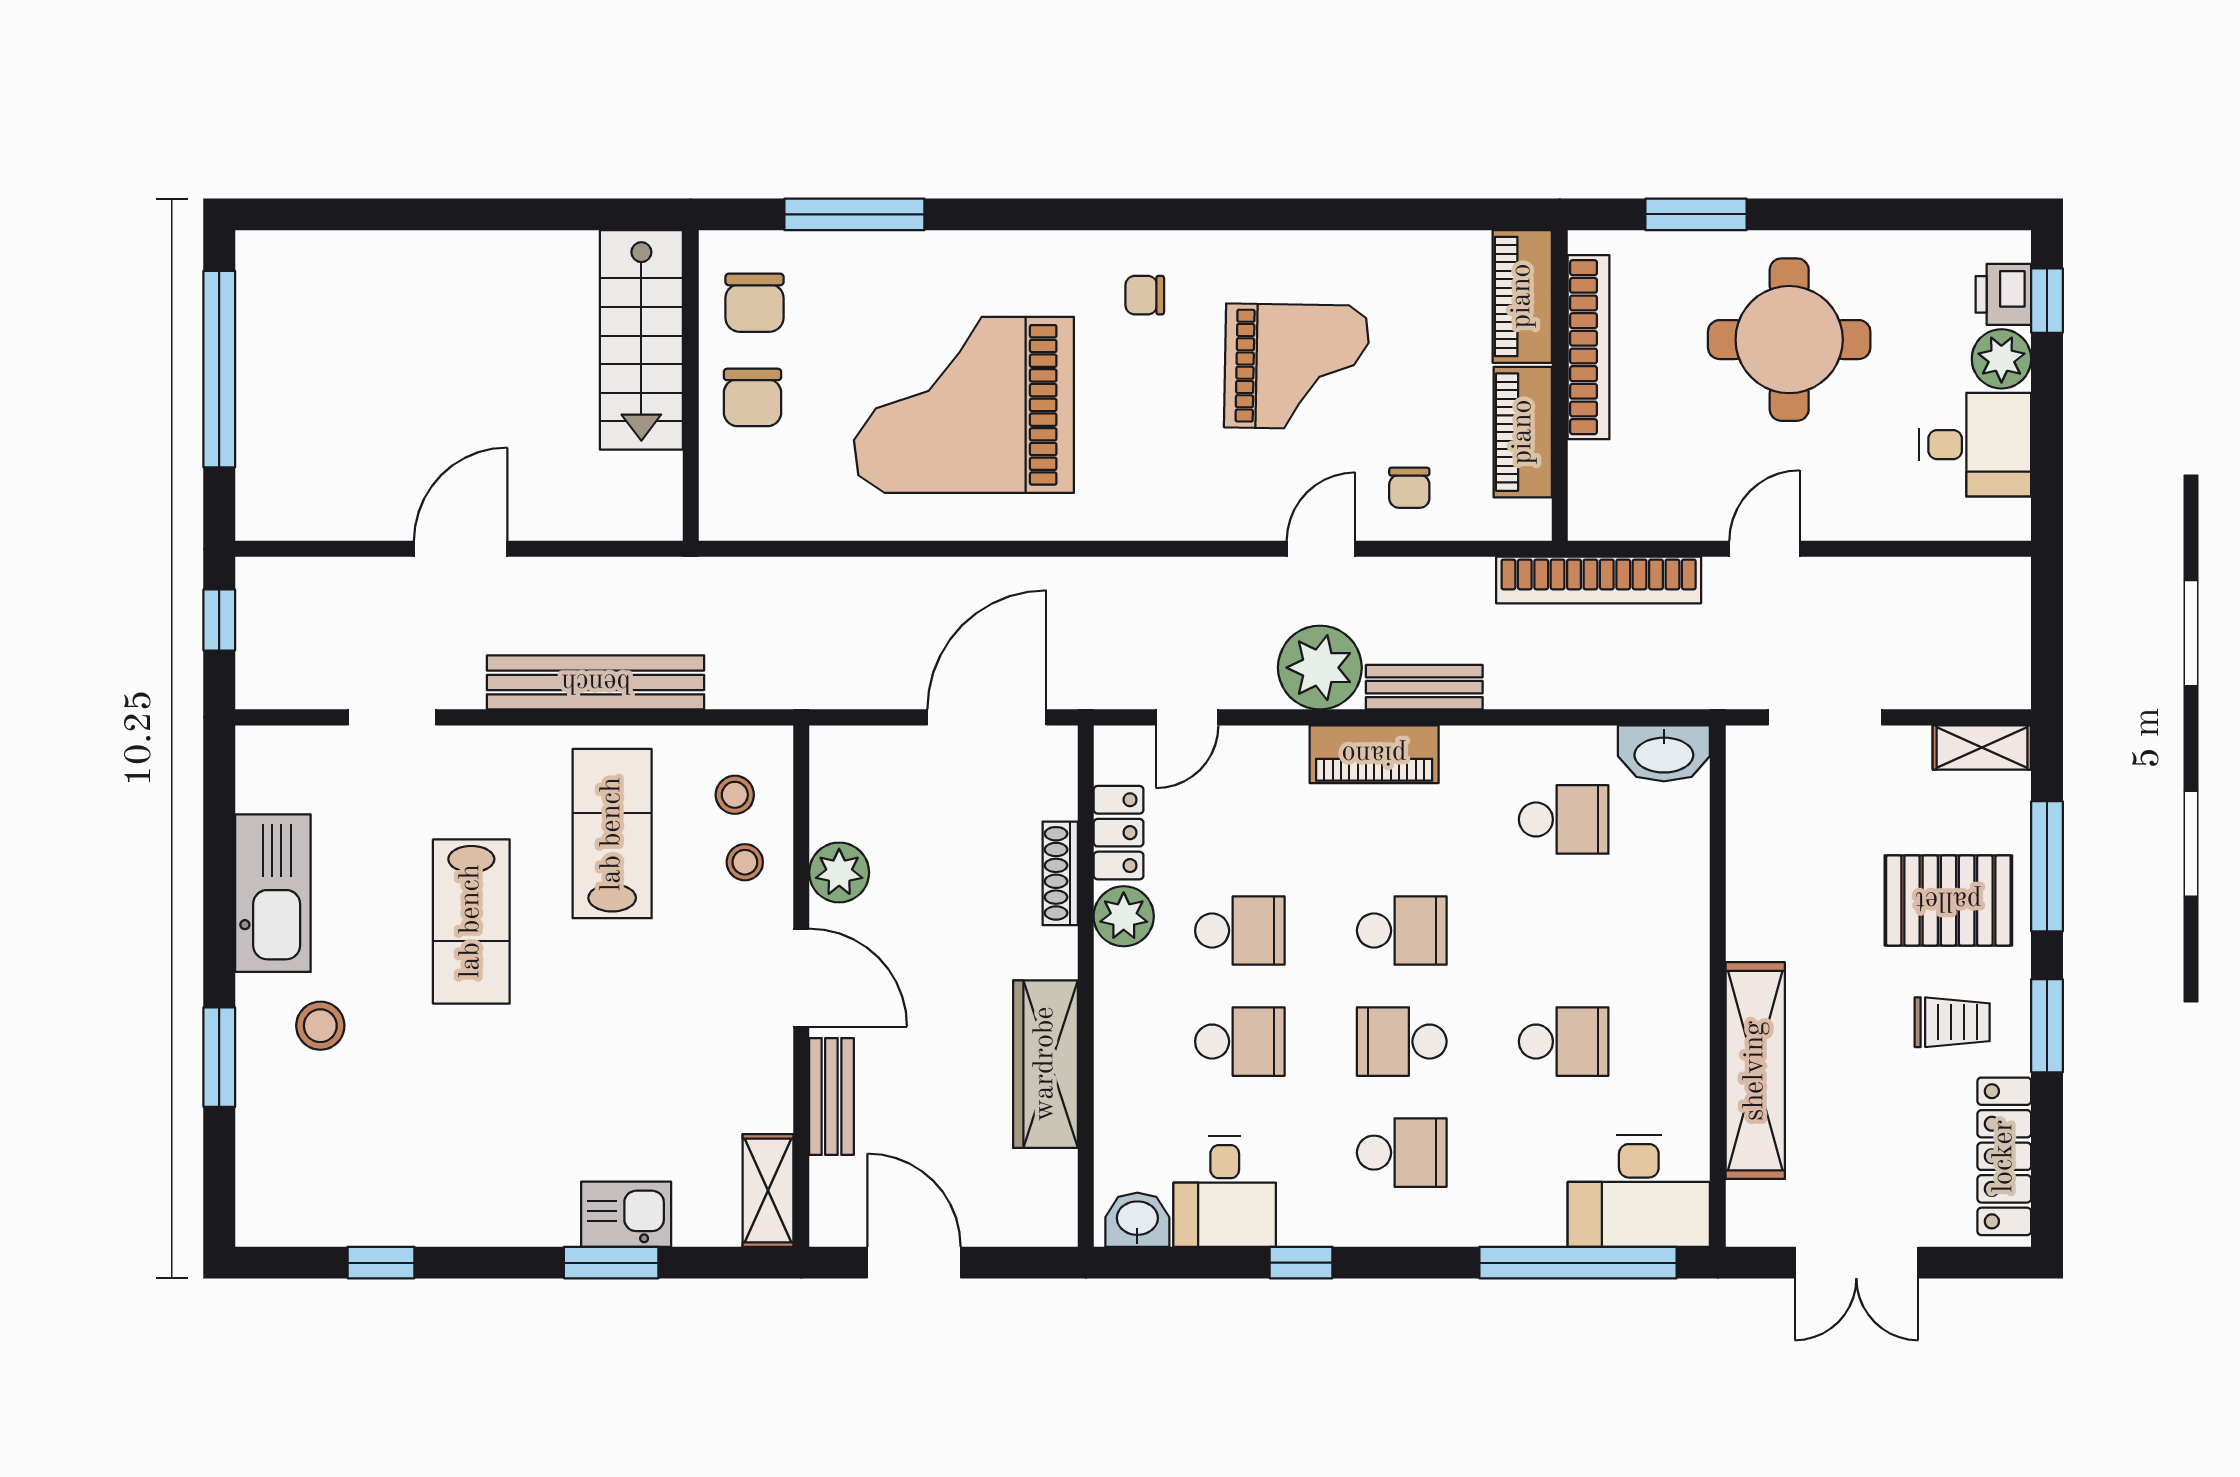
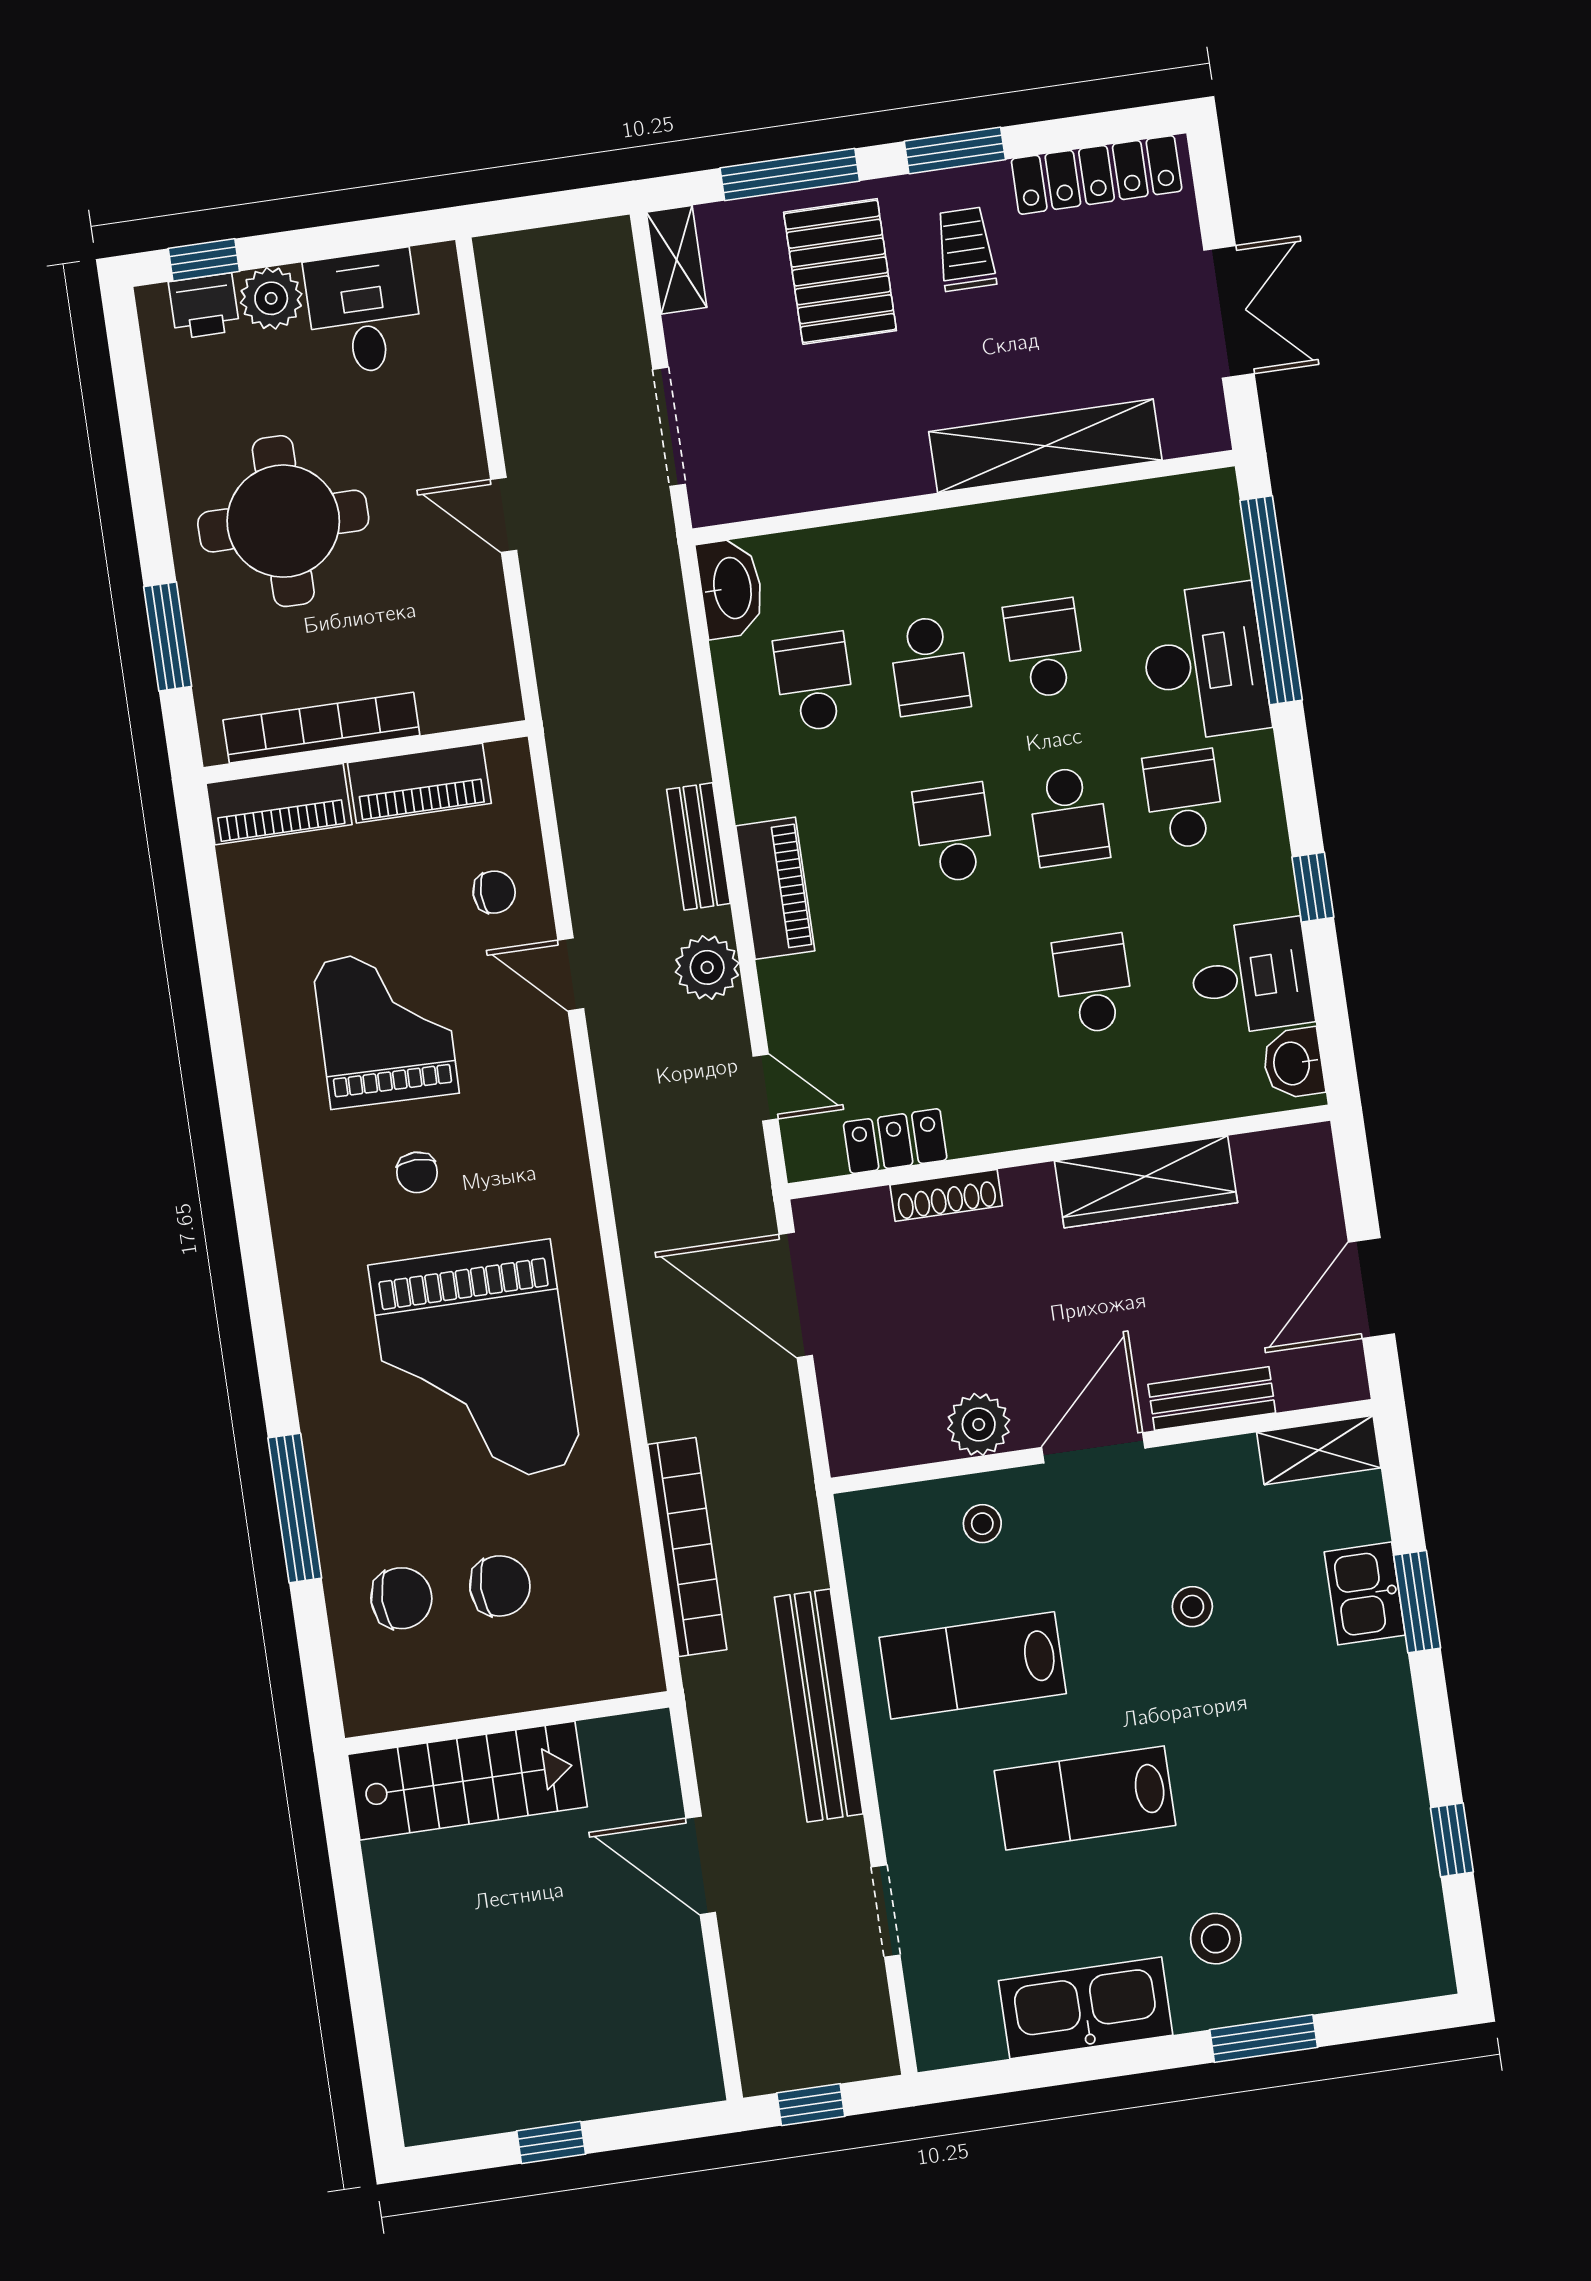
chair: (1145, 295) -> (417, 1172), moved
stairs: (641, 340) -> (467, 1781), moved
window: (219, 369) -> (551, 2143), width x0.32
wall: (691, 386) -> (507, 1723), moved
bookcase: (1599, 580) -> (687, 1547), moved
plant: (1320, 668) -> (707, 967), width x0.73, depth x0.73
stool: (735, 795) -> (1192, 1607), moved
plant: (1124, 916) -> (981, 1123), removed
lab bench: (471, 921) -> (1085, 1798), turned 180
school desk: (1240, 931) -> (929, 665), moved, turned 180
desk: (1639, 1191) -> (1204, 662), moved

